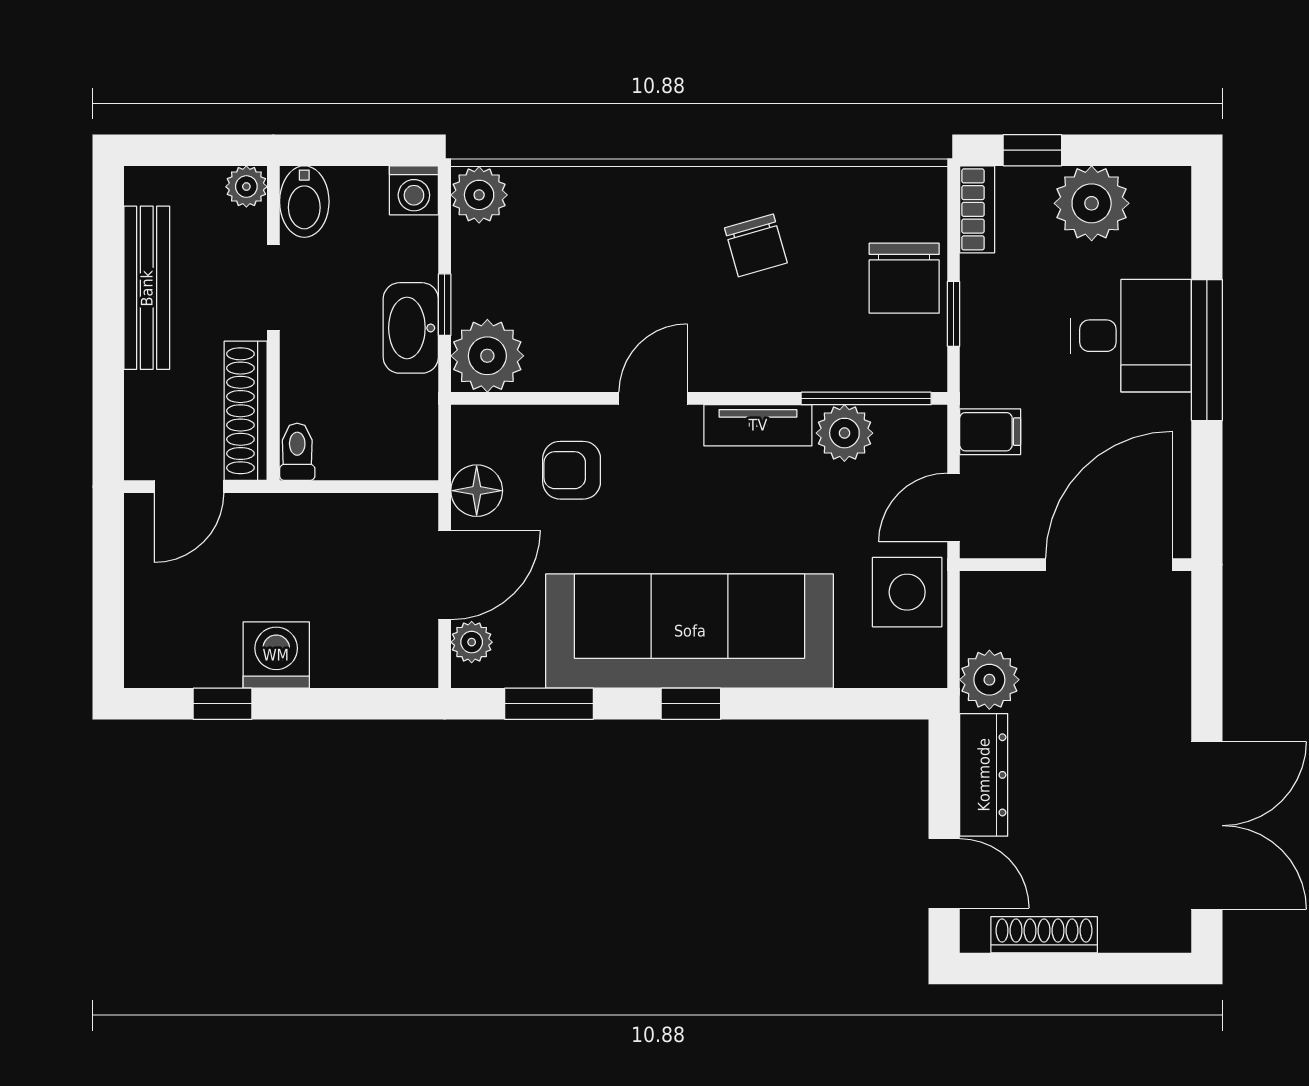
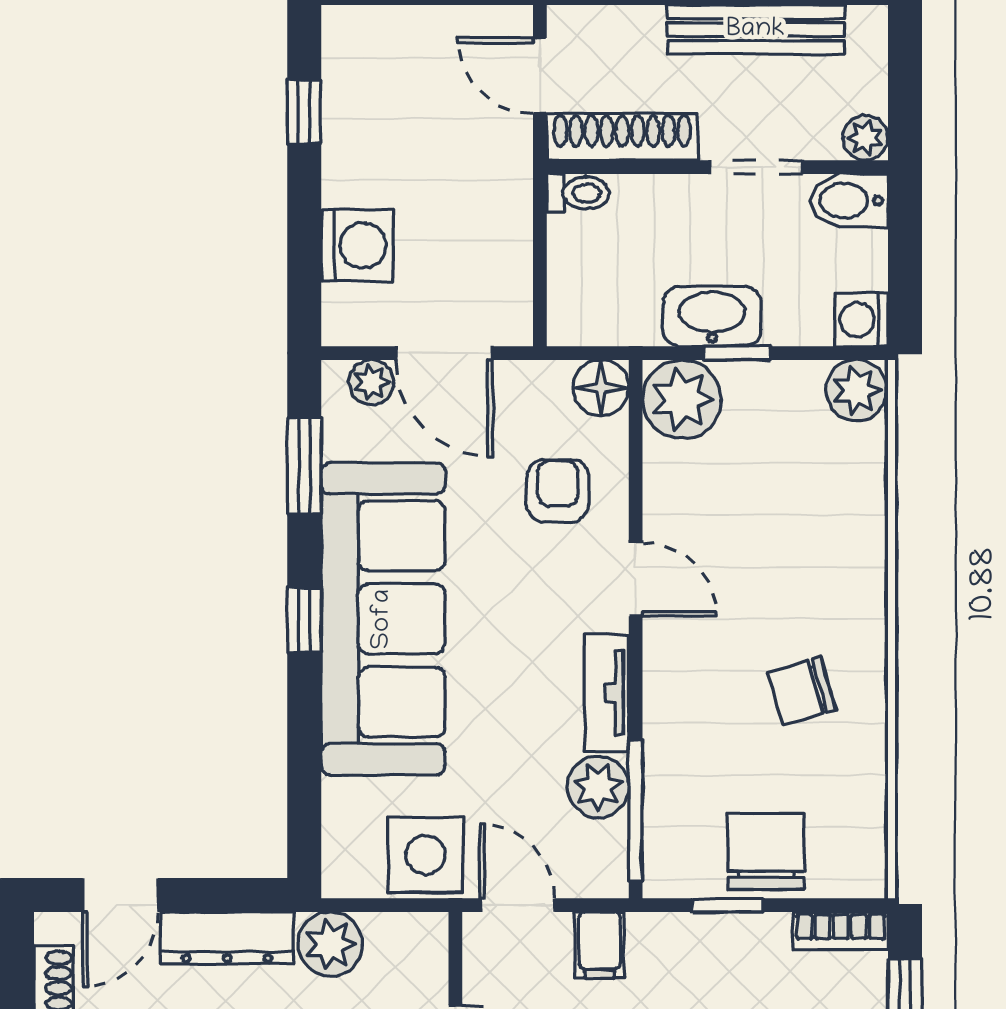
chair: (904, 278) -> (766, 852), turned 90
floor lamp: (477, 491) -> (601, 388), moved
washing machine: (276, 655) -> (357, 246), moved

